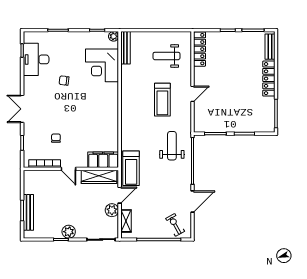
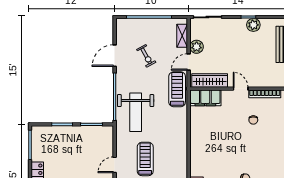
weight bench: (172, 146) -> (136, 112), width x1.36, depth x1.33
exercise bike: (175, 225) -> (146, 56), moved
plant: (69, 232) -> (253, 25), moved

